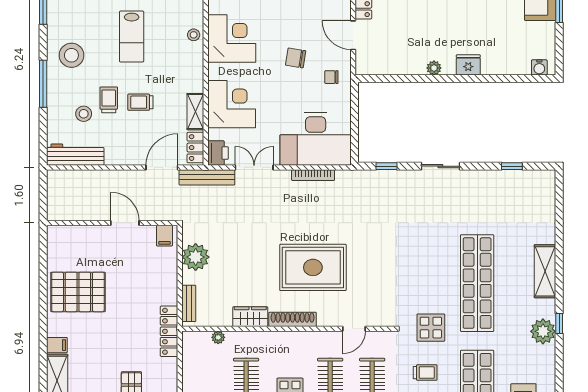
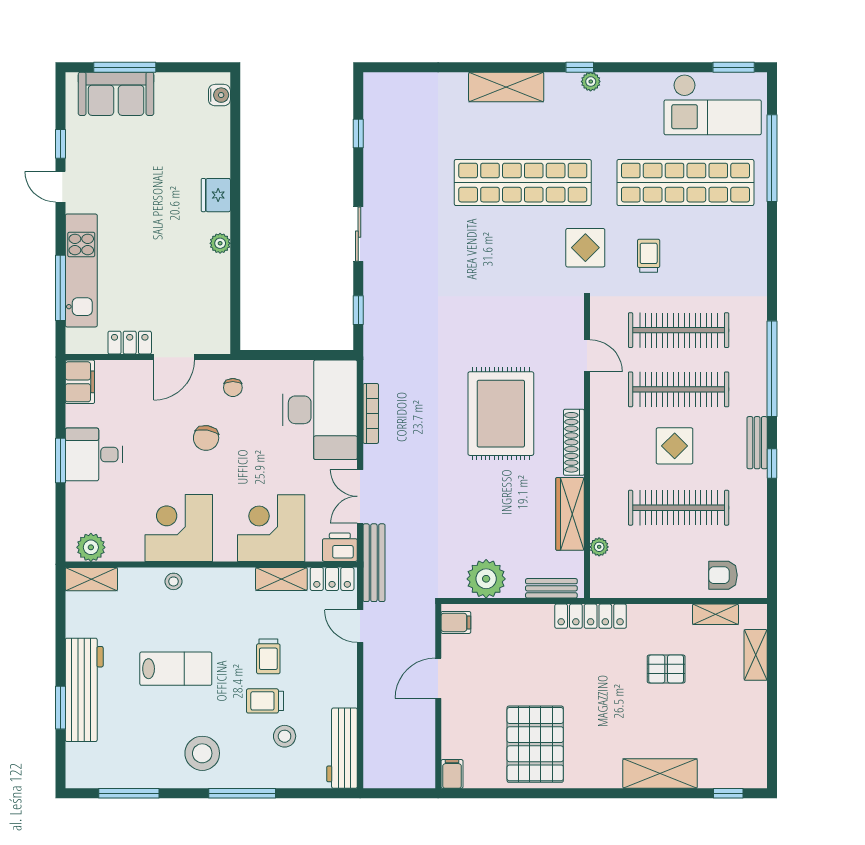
door: (162, 167) -> (360, 626), width x0.73
wardrobe: (250, 317) -> (570, 514), width x1.50
plant: (543, 331) -> (591, 82), width x0.53, depth x0.53
filing cabinet: (57, 345) -> (452, 774), moved

